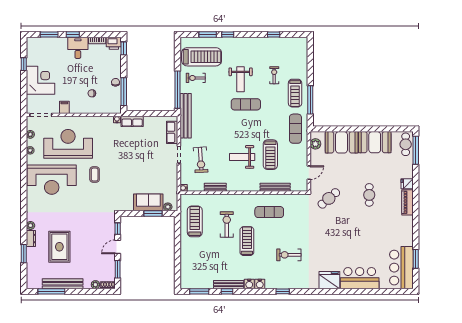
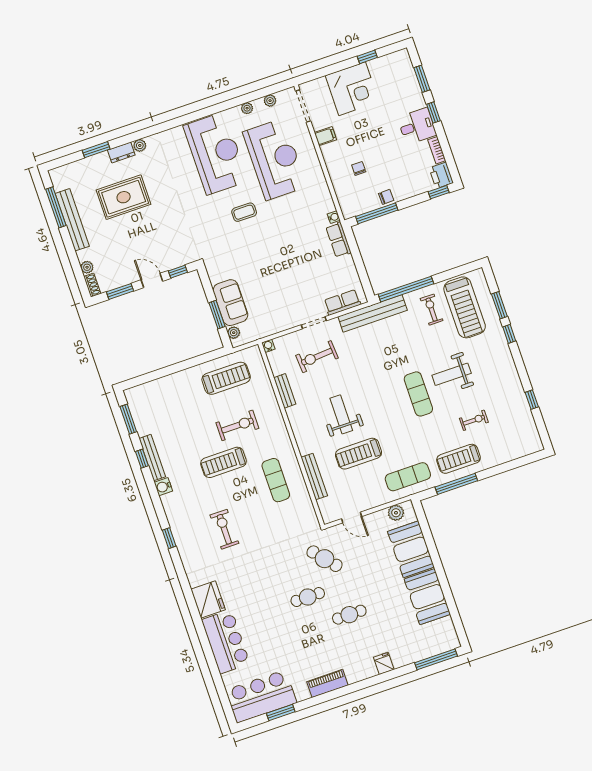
cafe table: (406, 144) -> (308, 597), moved
reception desk: (52, 180) -> (216, 153), turned 180
piano: (408, 202) -> (327, 683), moved
treadmill: (247, 241) -> (223, 462), turned 180
water cooler: (260, 284) -> (169, 502), removed

